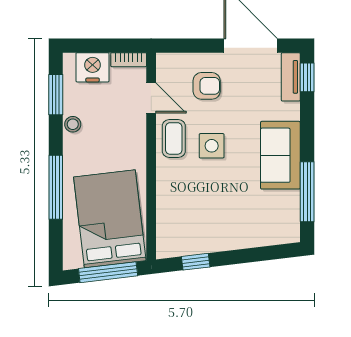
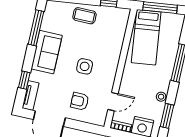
window: (307, 77) -> (24, 80), moved
door: (151, 98) -> (113, 102), swing flipped
coffee table: (174, 138) -> (84, 16), moved, turned 90
bed: (110, 219) -> (146, 37), width x0.67

